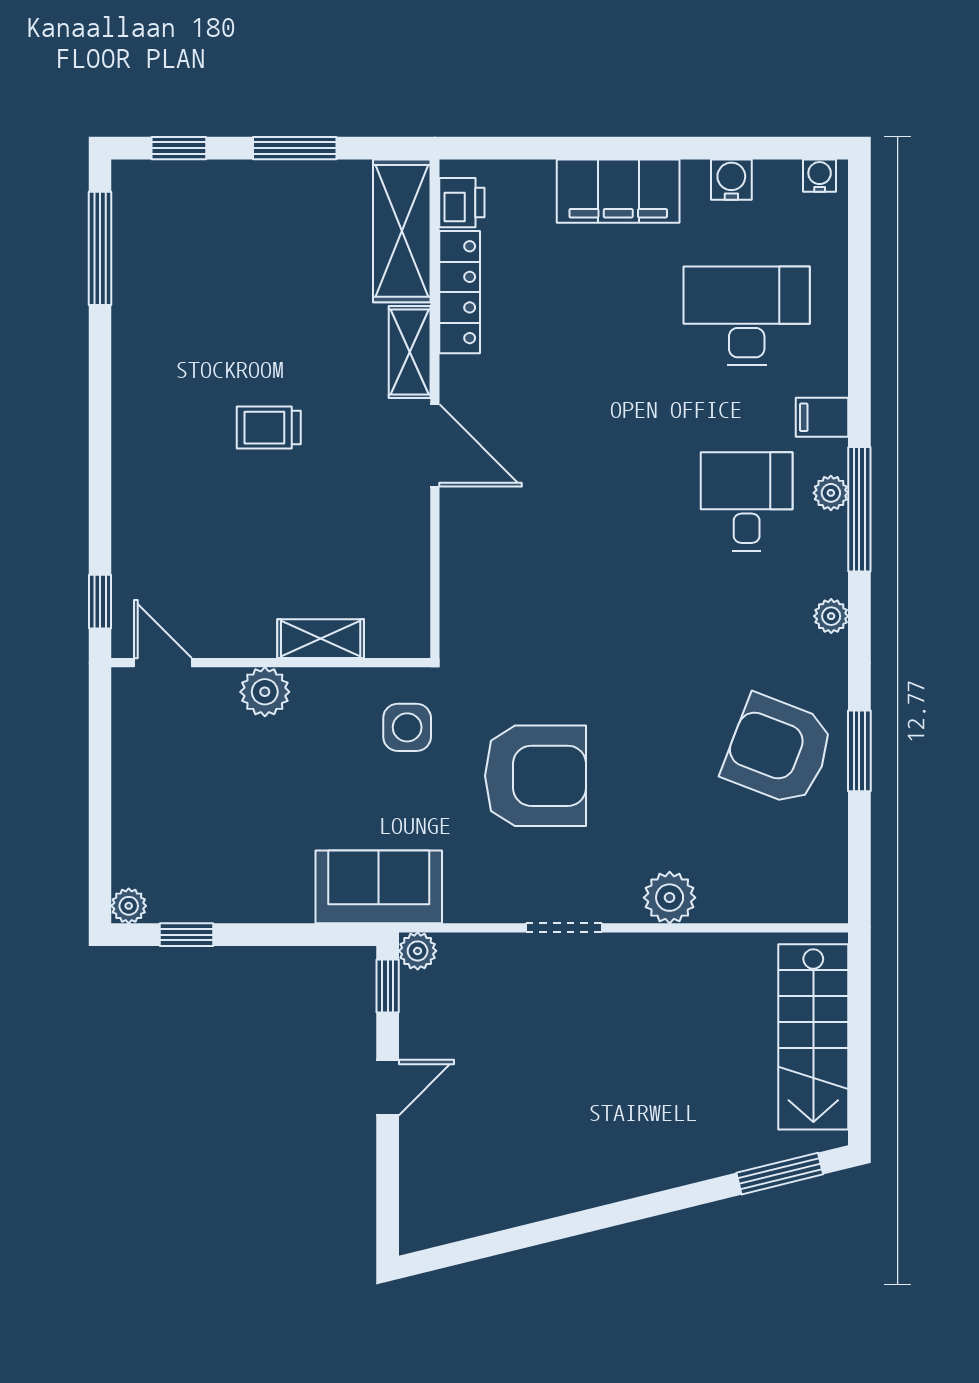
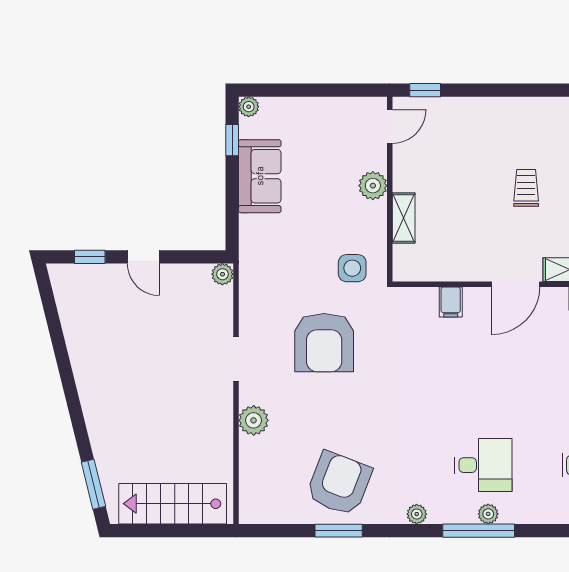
filing cabinet: (822, 417) -> (451, 302), moved, turned 180
sofa: (379, 887) -> (260, 176), moved
window: (388, 986) -> (90, 257), moved

